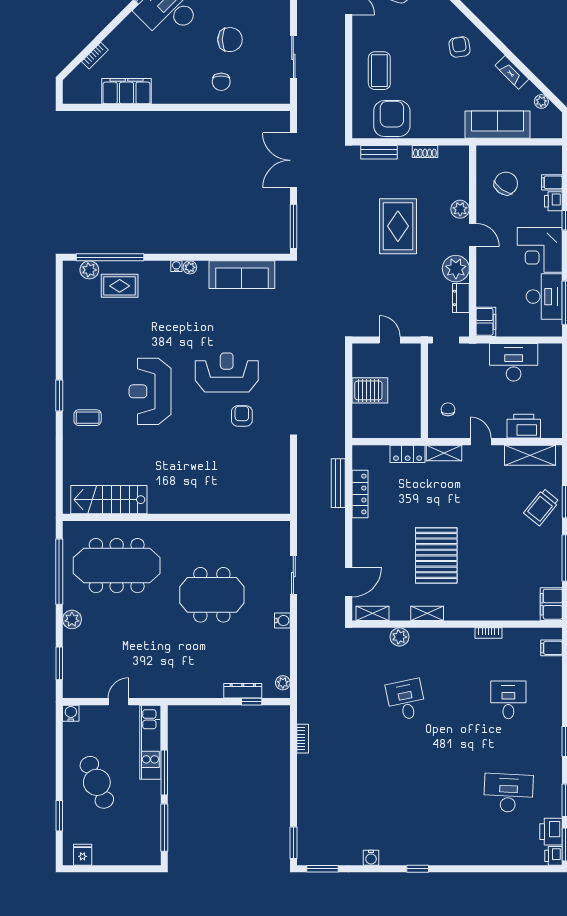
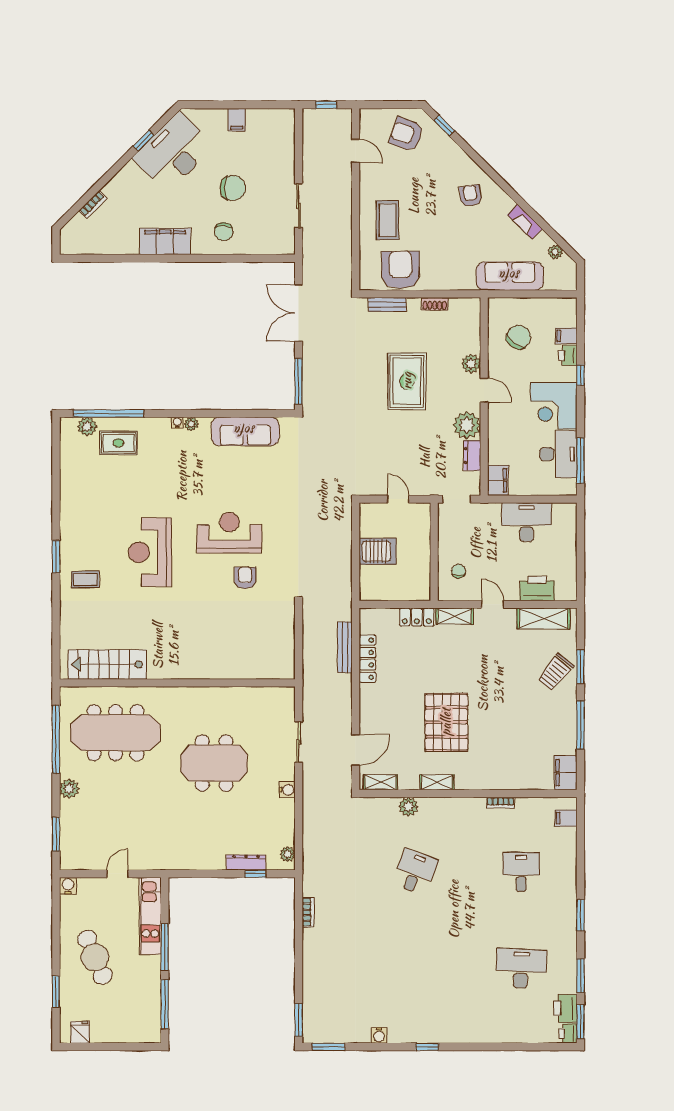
filing cabinet: (127, 91) -> (165, 241), moved
desk: (406, 700) -> (415, 872), turned 33

